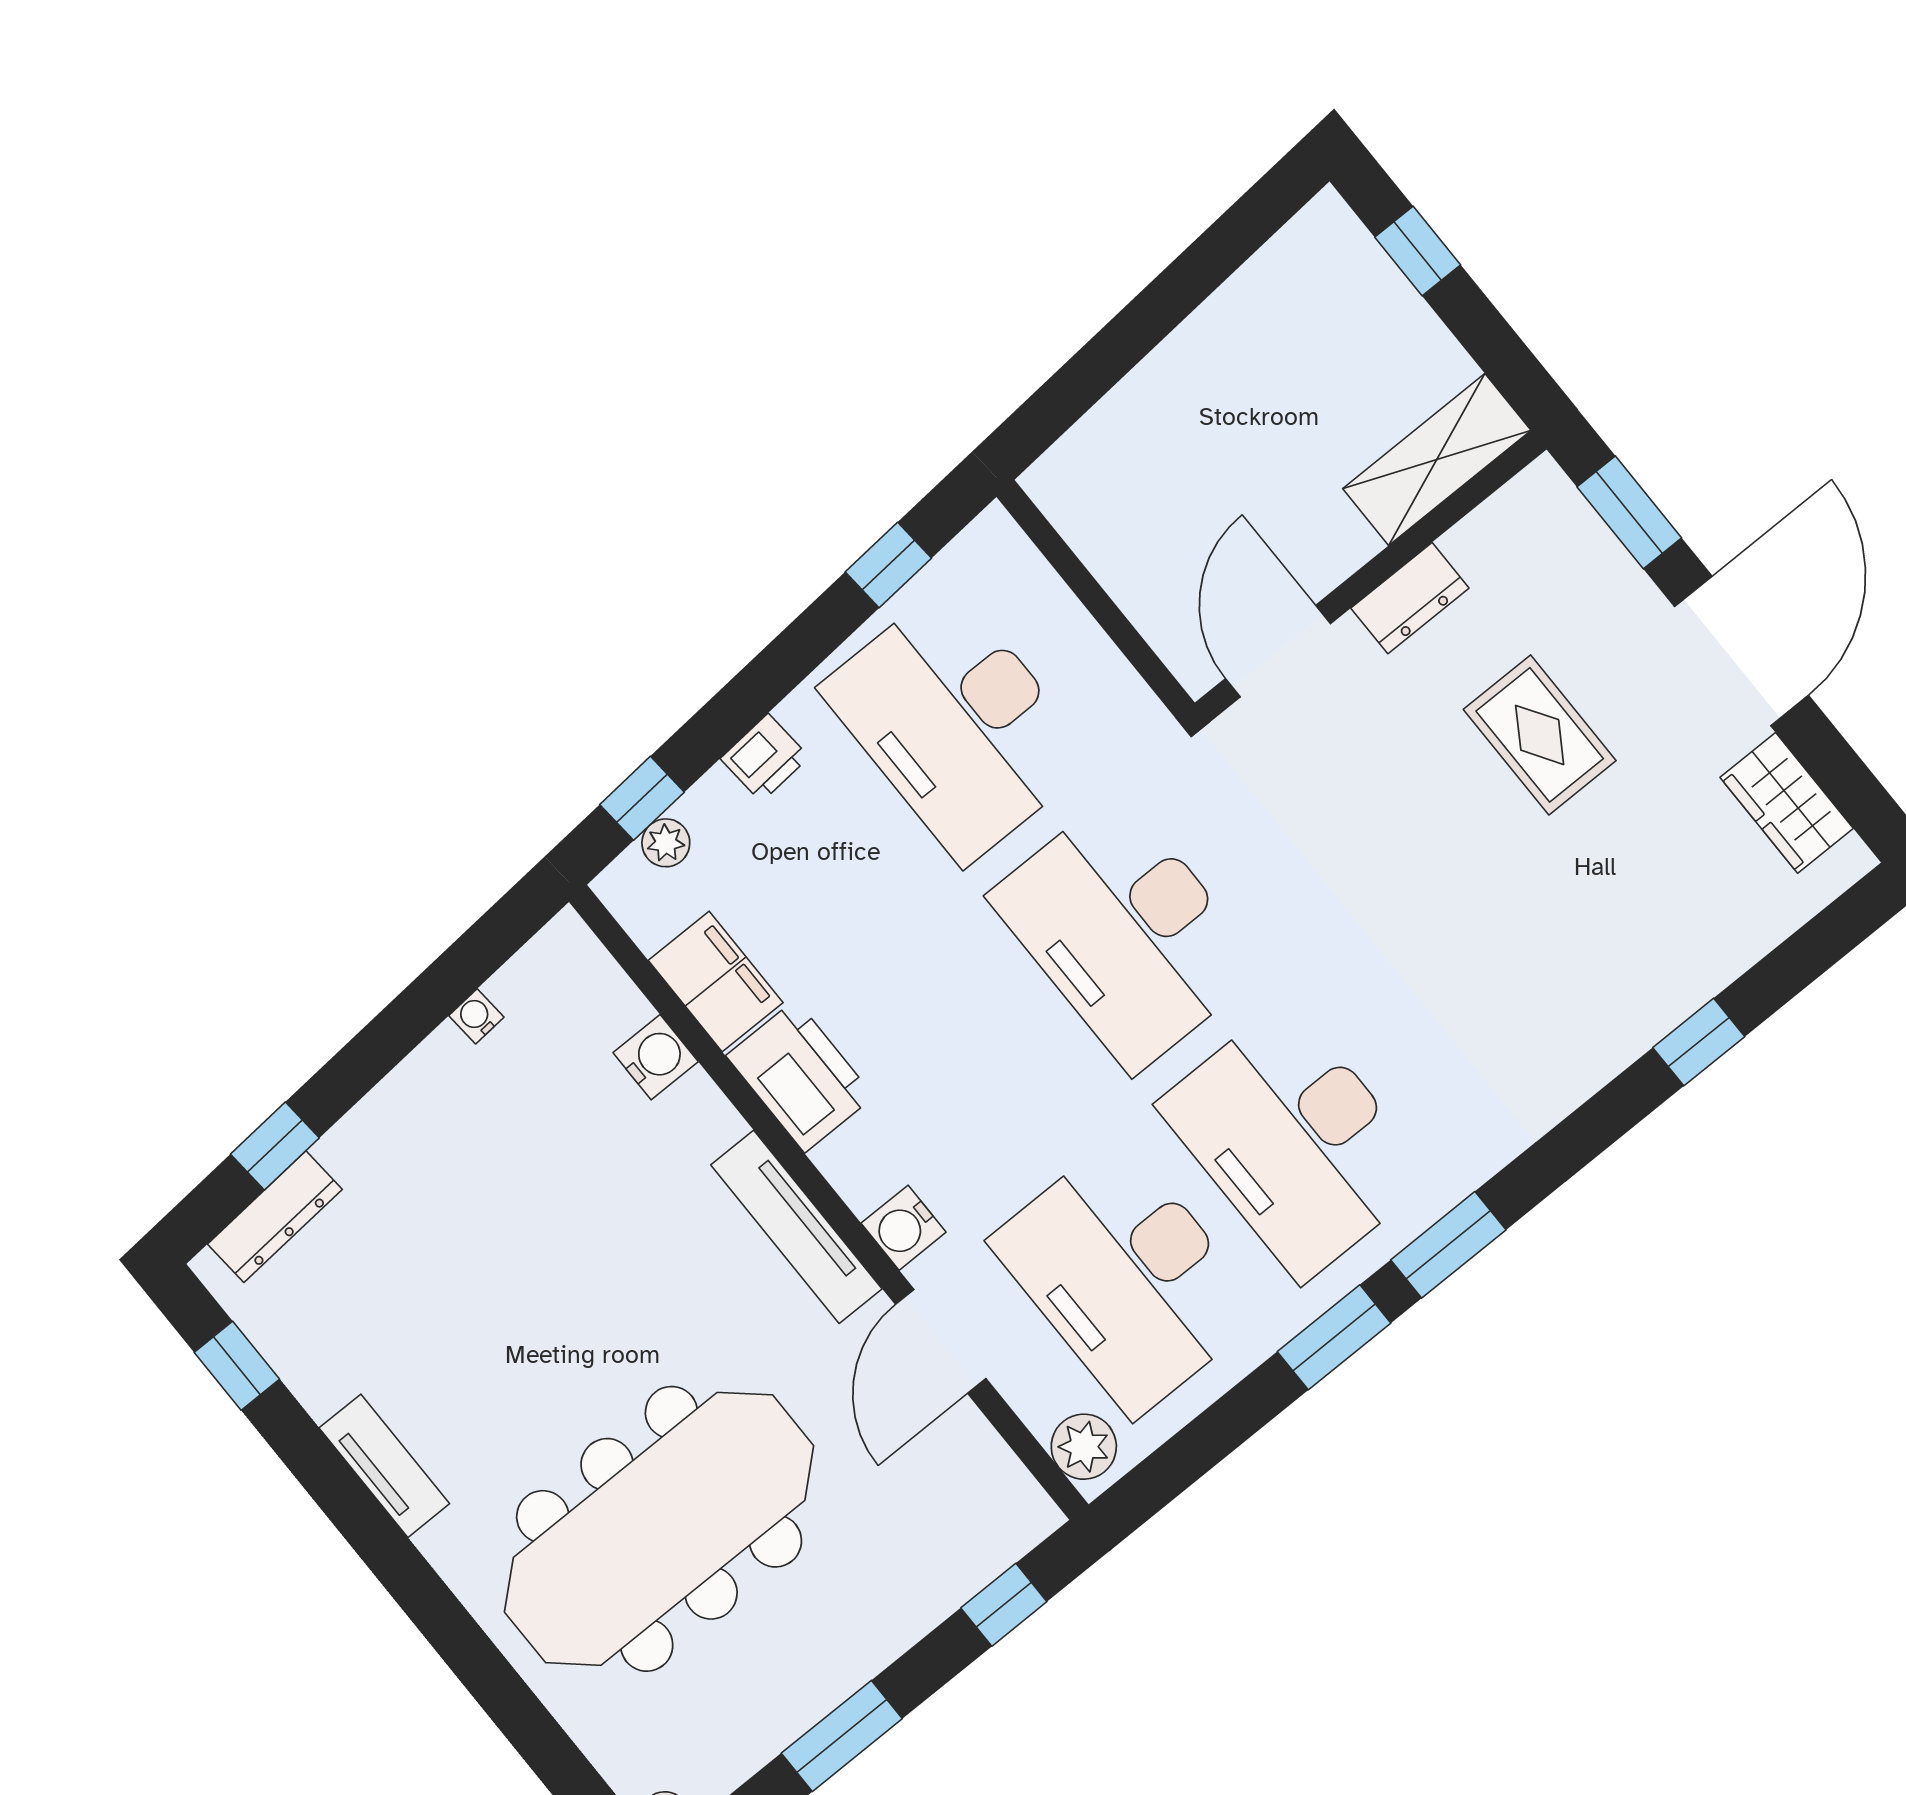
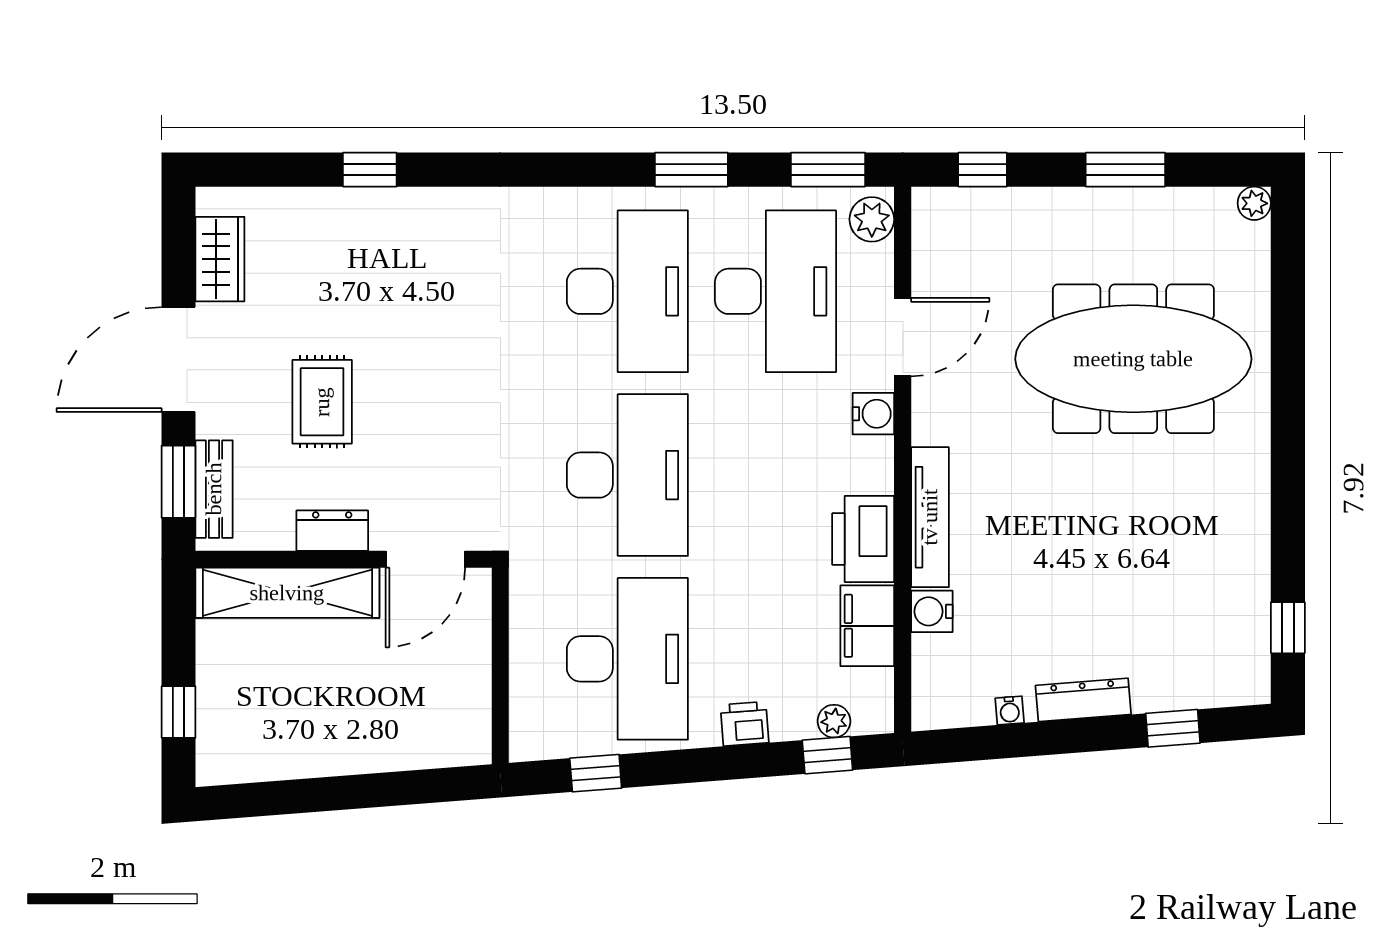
shelving: (1437, 459) -> (287, 593), width x1.47
bench: (1582, 537) -> (214, 489), added
dresser: (275, 1217) -> (1083, 700), moved
tv unit: (796, 1227) -> (930, 517), moved
window: (1448, 1245) -> (828, 170), moved
tv unit: (384, 1466) -> (1252, 511), removed

